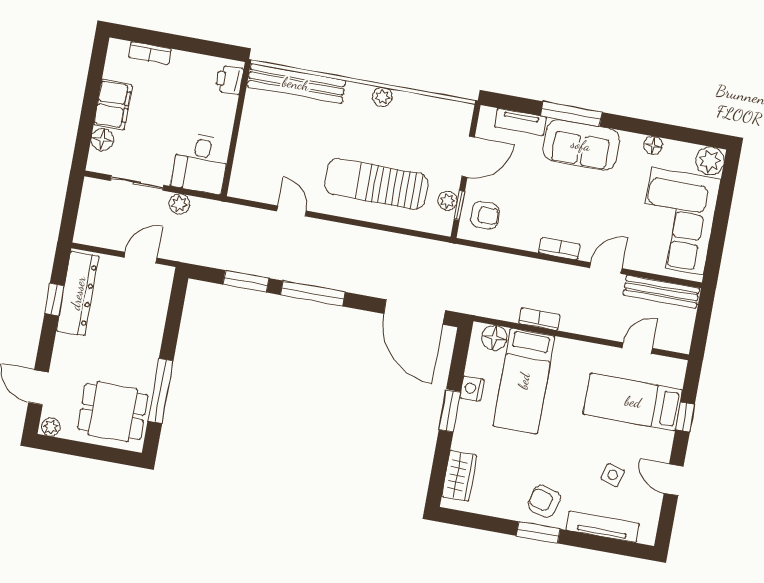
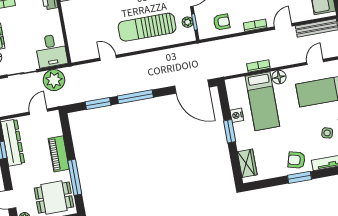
plant: (179, 204) -> (54, 80), width x1.88, depth x1.88
armchair: (485, 215) -> (222, 22), moved
floor lamp: (494, 338) -> (279, 77), moved
piano: (148, 341) -> (59, 154), added

